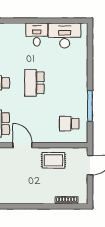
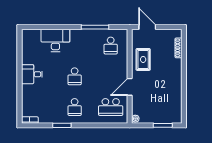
desk: (65, 35) -> (55, 40), moved, turned 90
school desk: (34, 83) -> (75, 76), width x0.54

